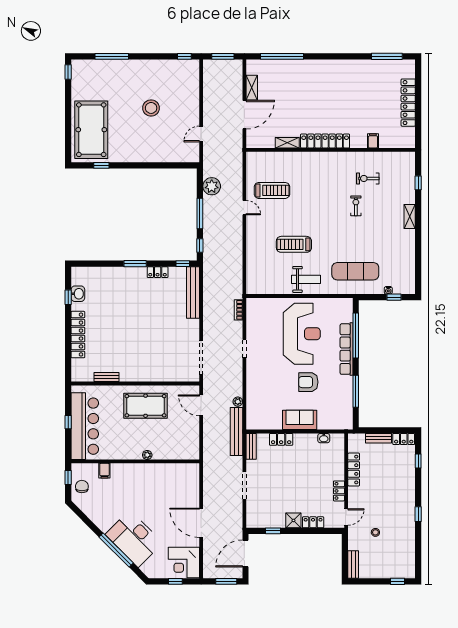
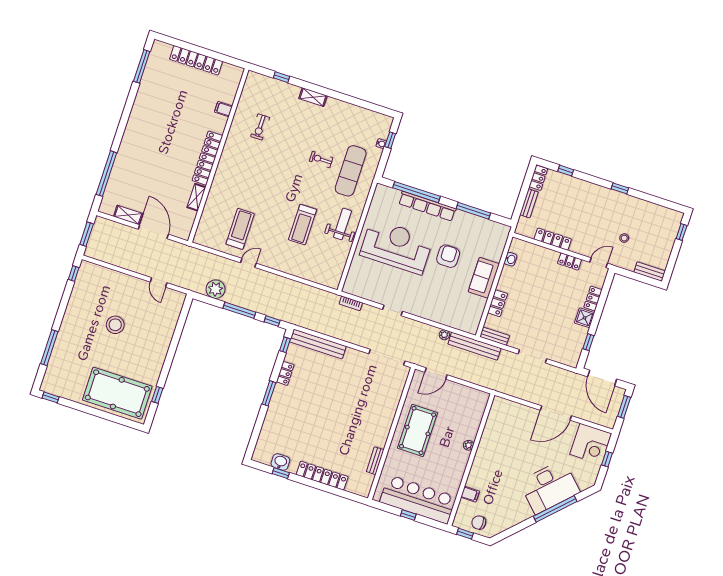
exercise bike: (356, 206) -> (321, 159), moved
armchair: (308, 382) -> (448, 256), turned 180
door: (346, 517) -> (599, 263), hinge flipped

